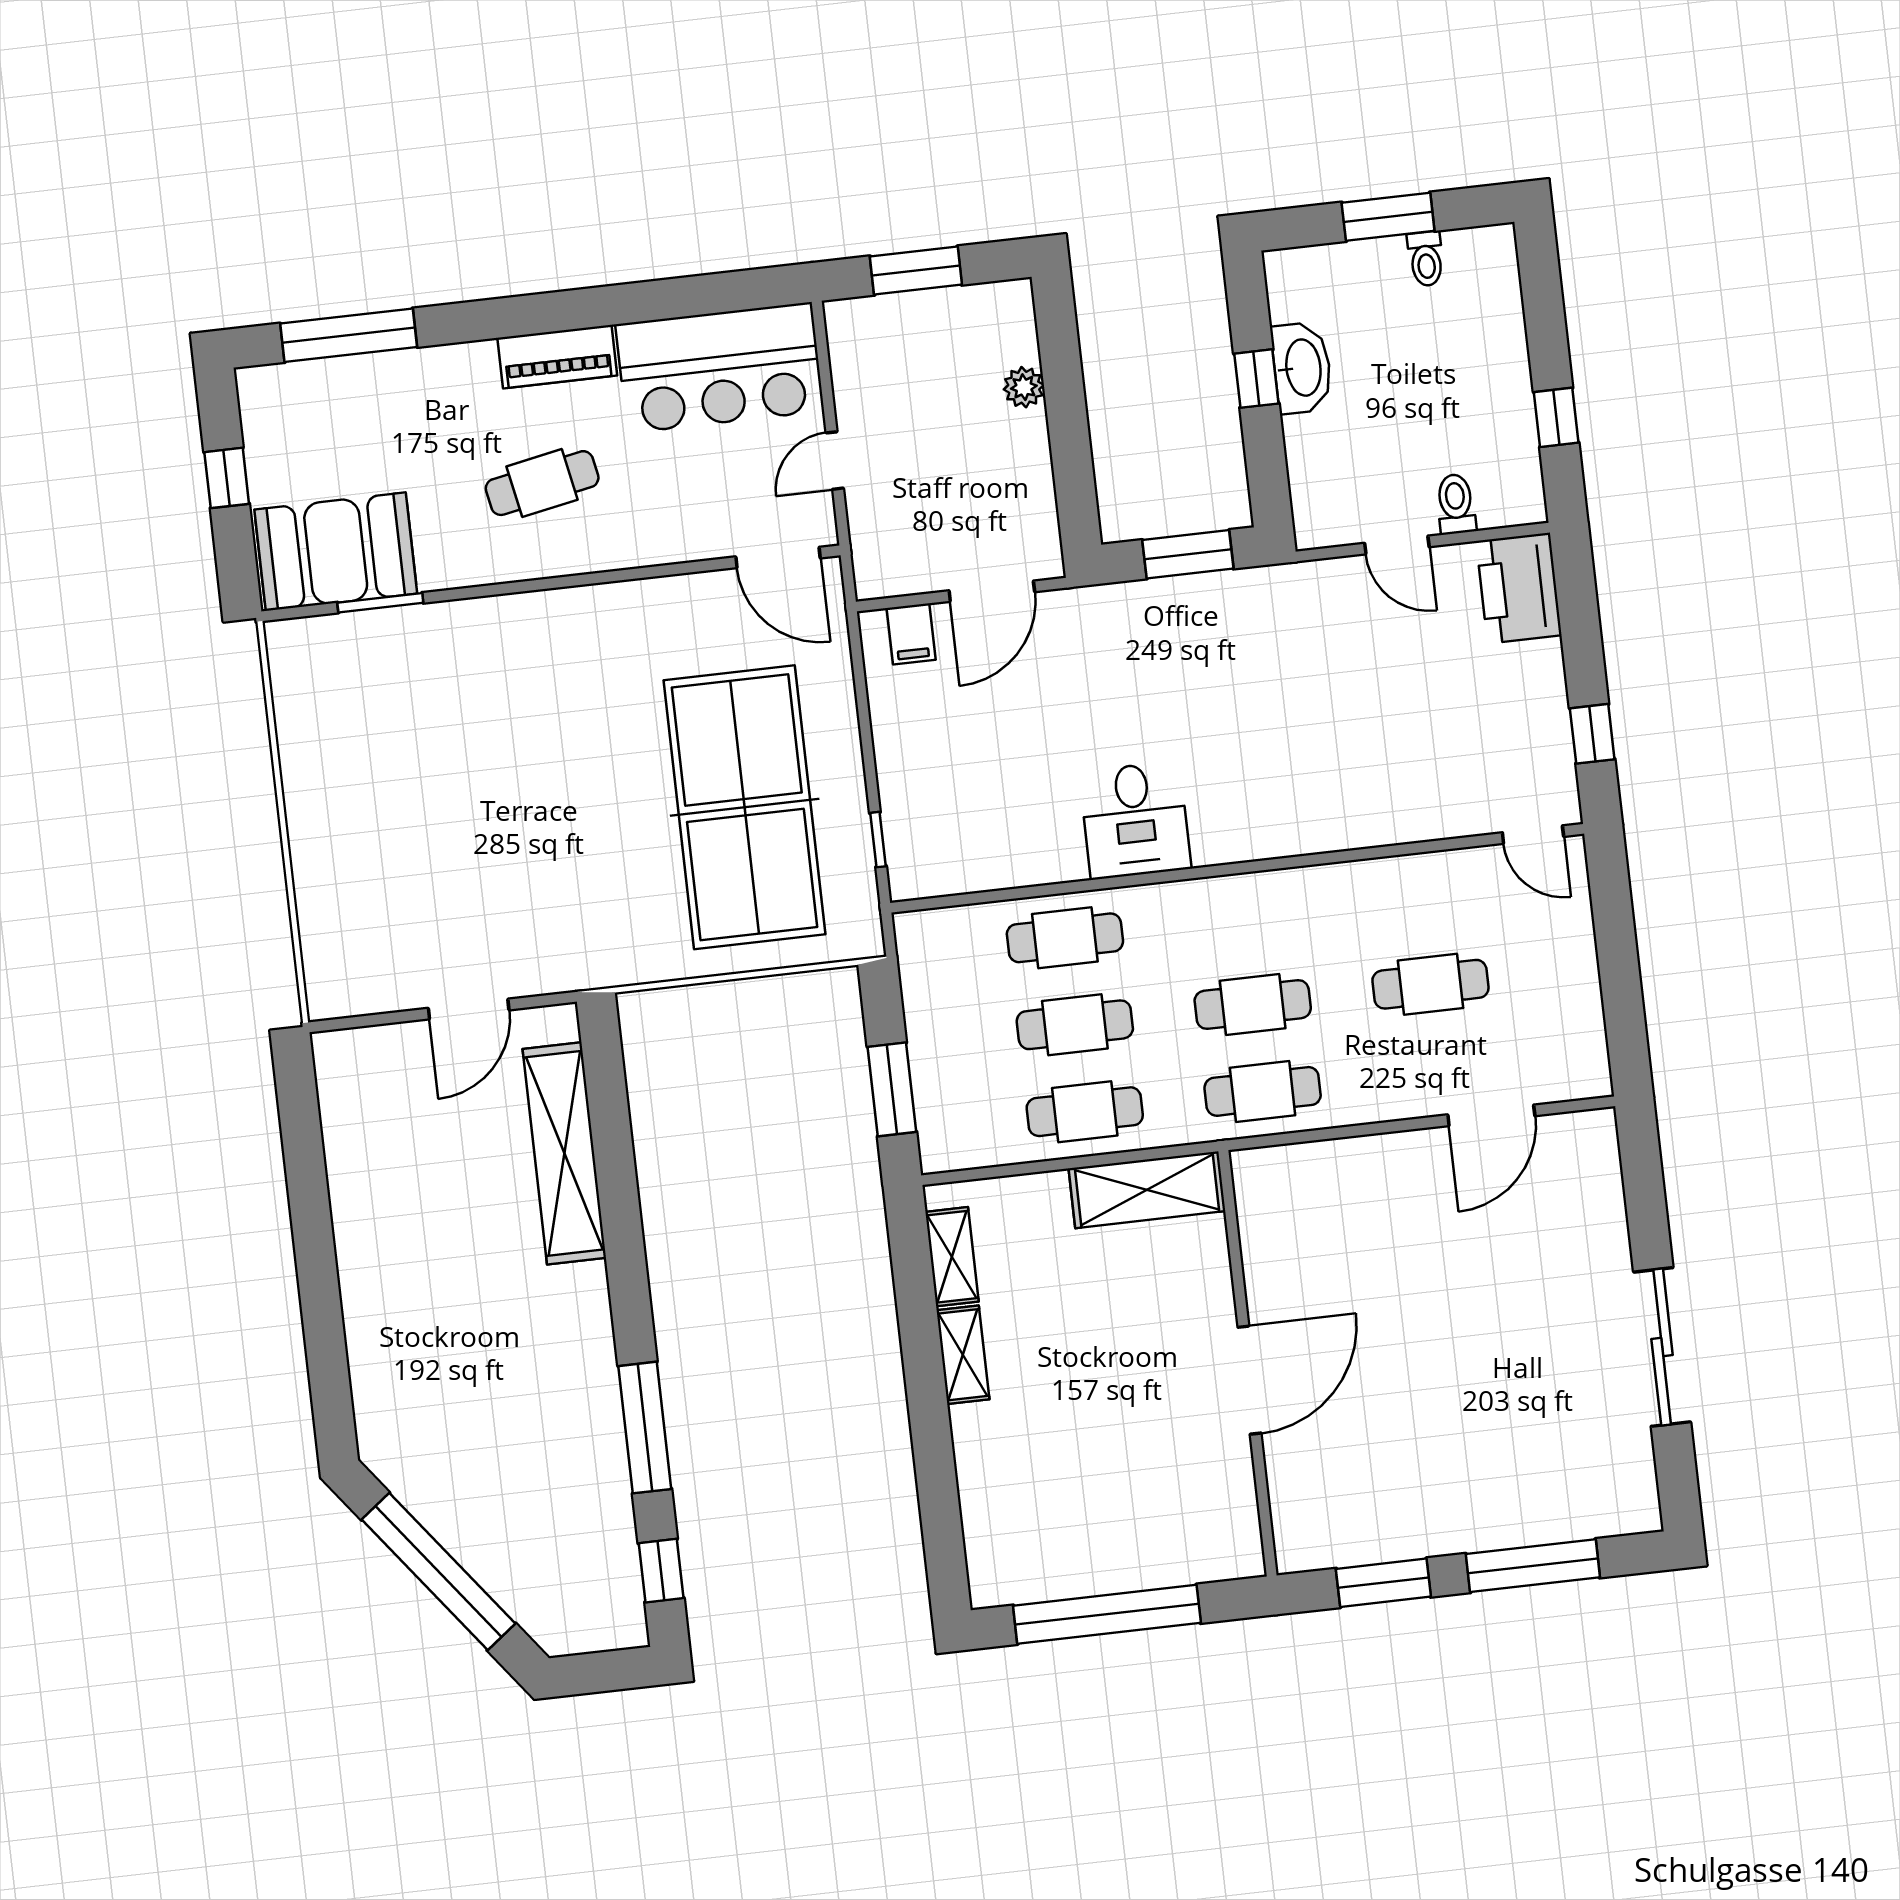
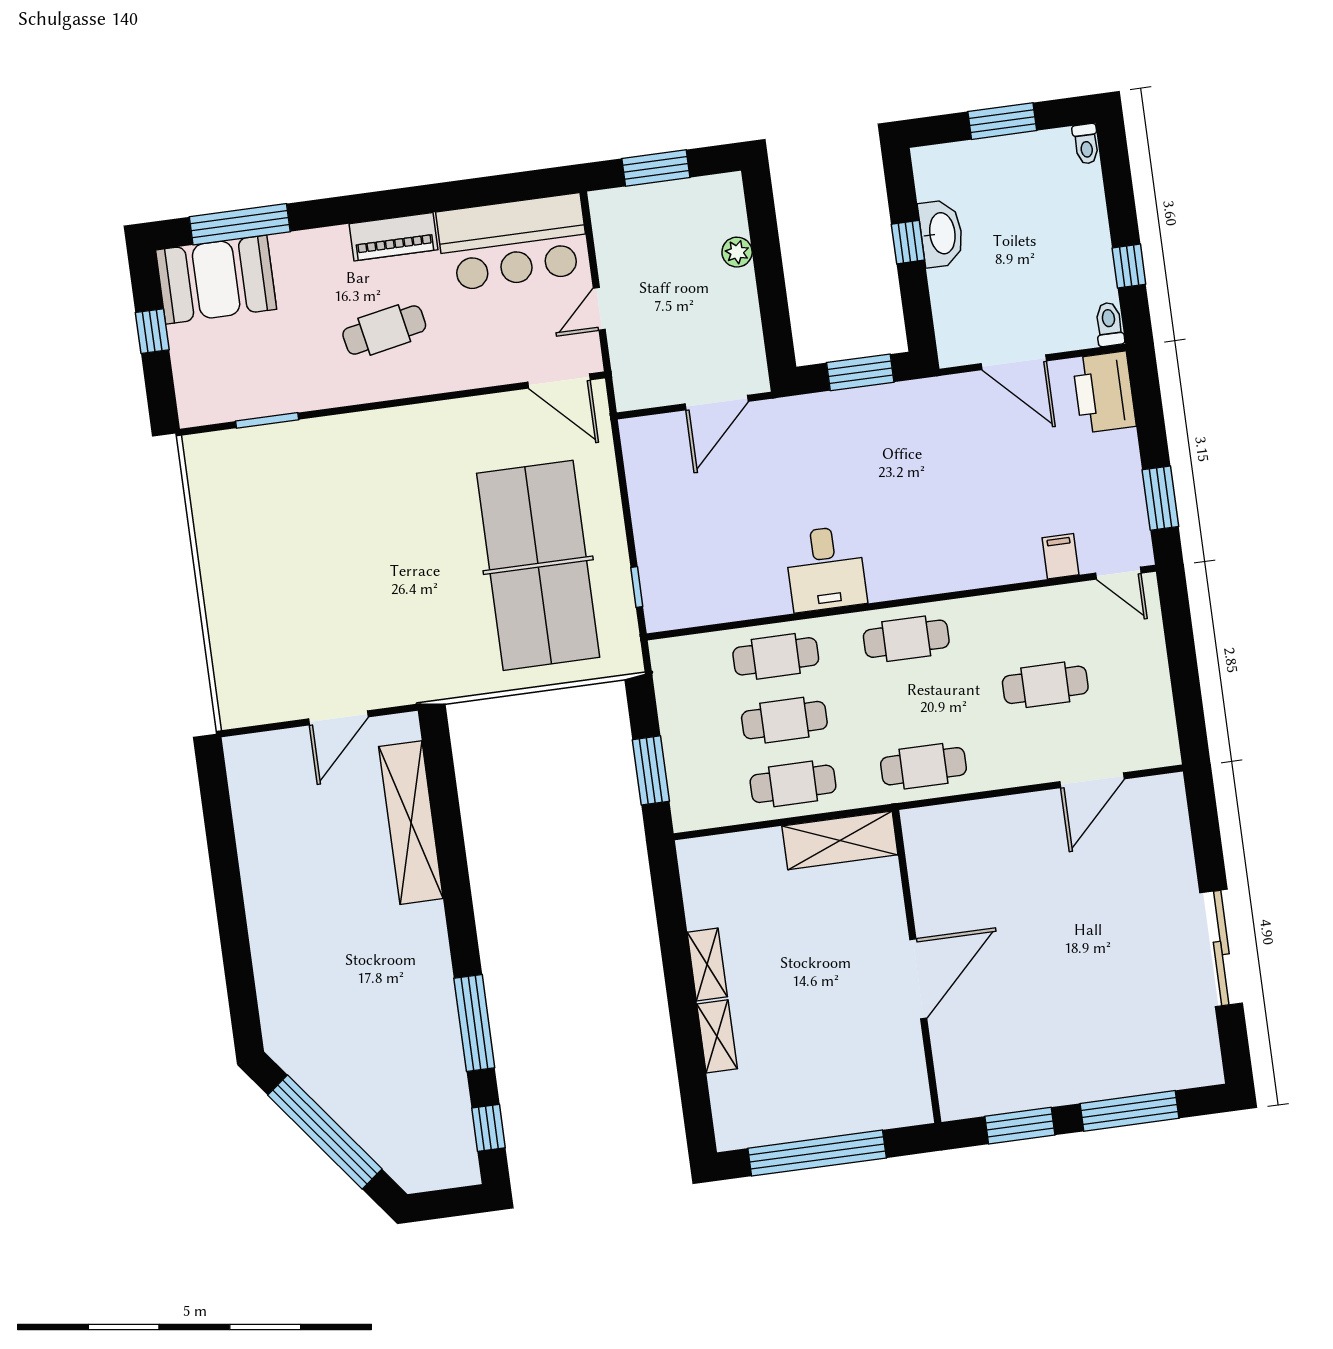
toilet: (1426, 259) -> (1086, 144), moved
toilet: (1456, 504) -> (1109, 324), moved
door: (1397, 545) -> (1014, 362), width x1.38
booth: (336, 552) -> (216, 280), moved
filing cabinet: (911, 634) -> (1060, 556), moved, turned 180
window: (1592, 734) -> (1160, 498), width x1.50
cafe table: (1253, 1005) -> (906, 639), moved
shelving: (952, 1257) -> (717, 1036), moved

